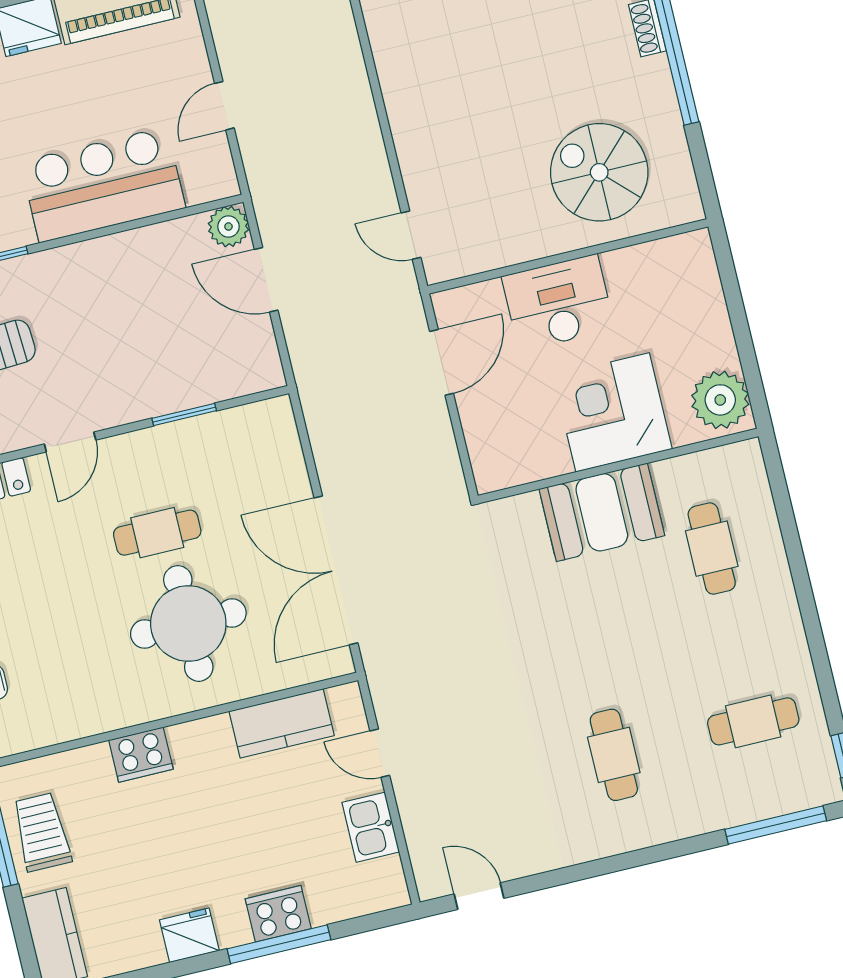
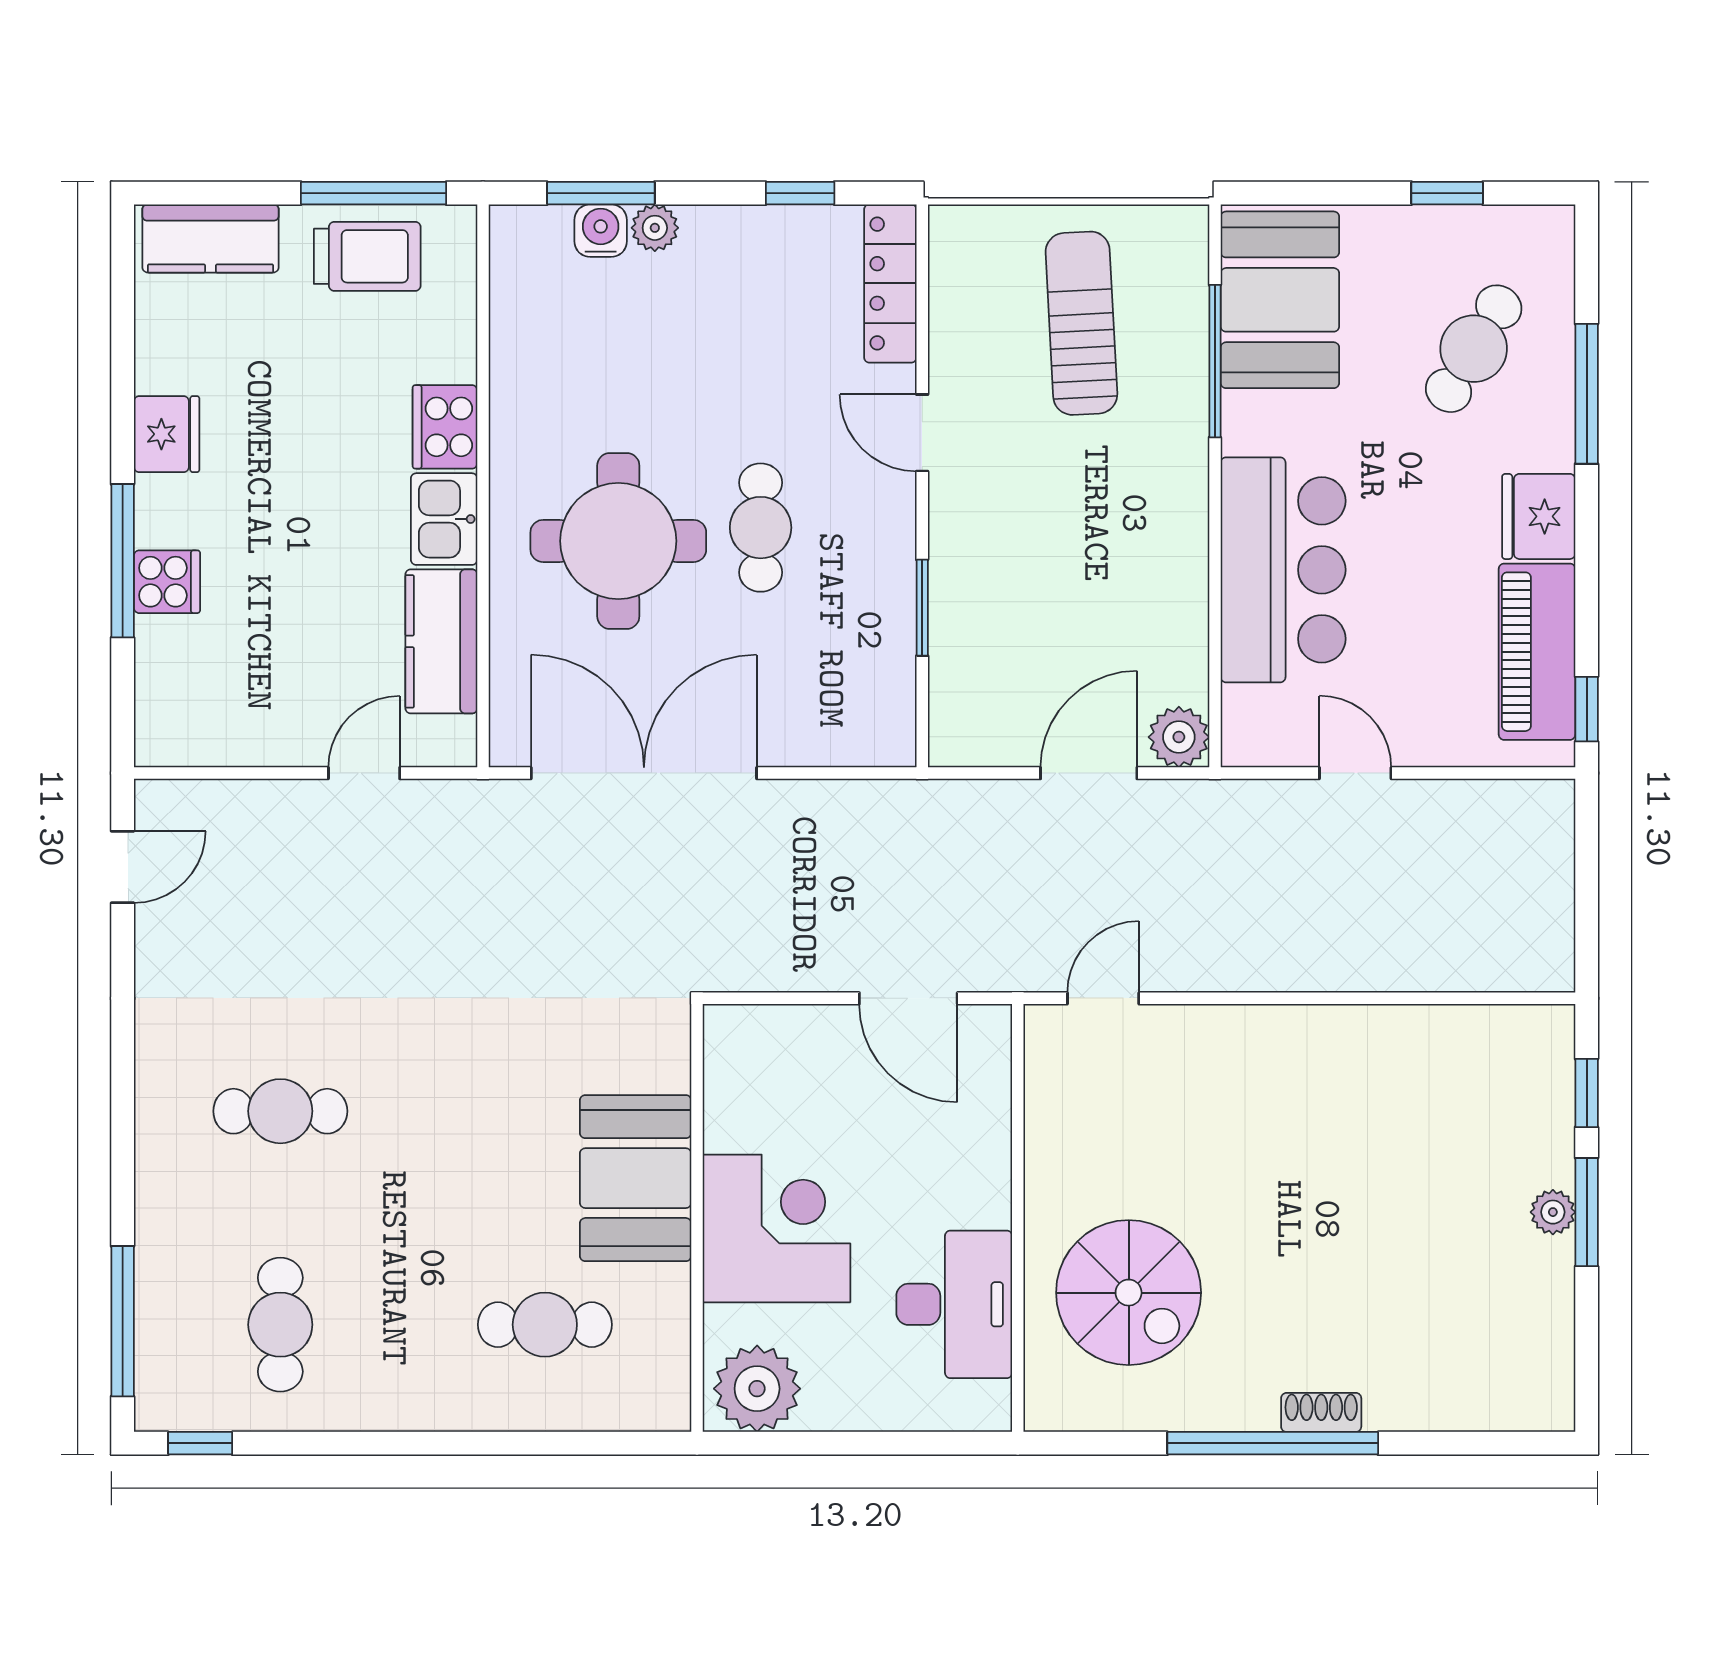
spiral stairs: (599, 172) -> (1129, 1293), turned 90
desk: (558, 303) -> (954, 1304), moved
kitchen sink: (371, 827) -> (444, 519), moved, turned -90
cooker: (278, 914) -> (167, 582), width x0.73

